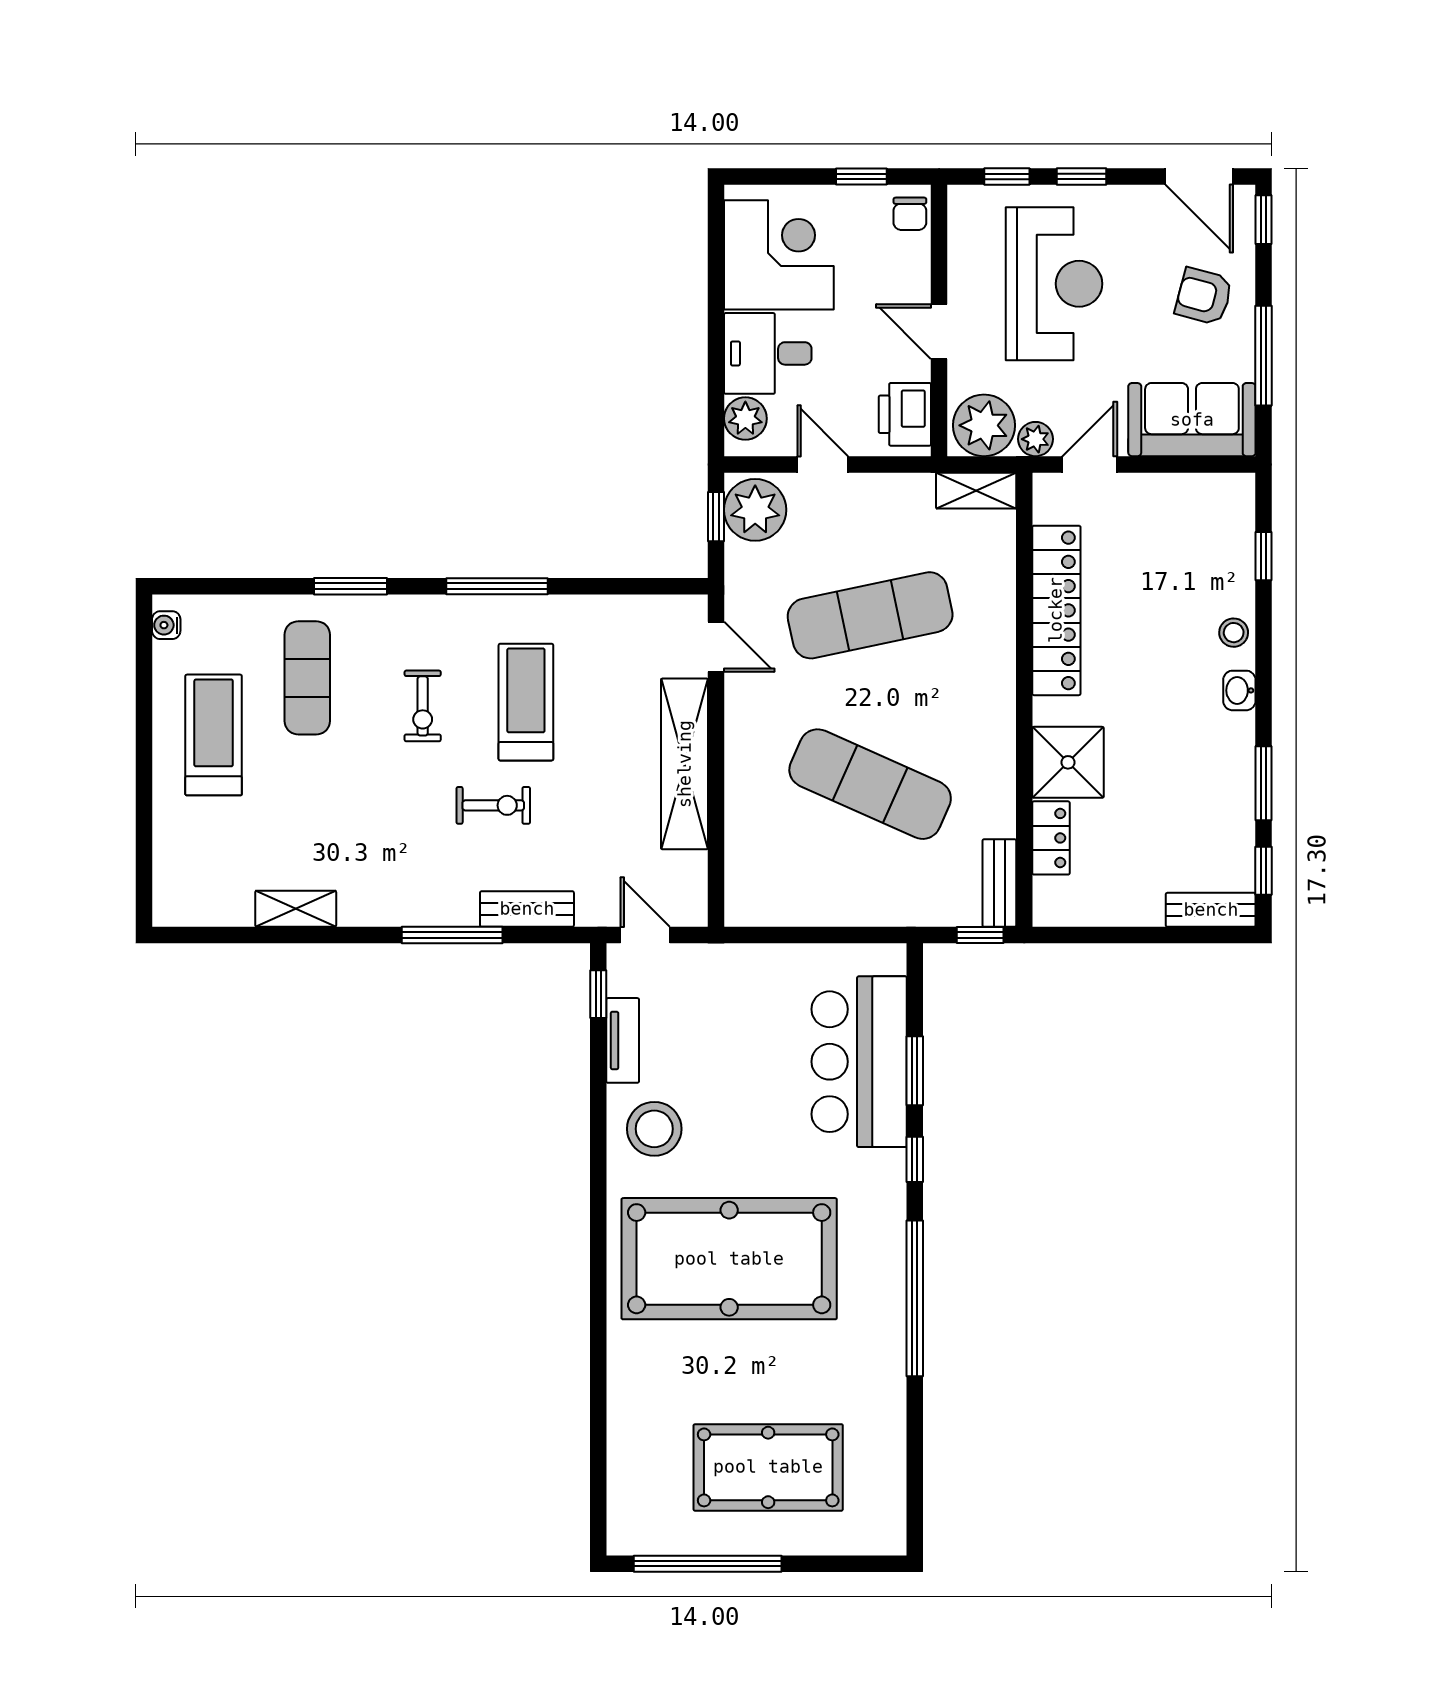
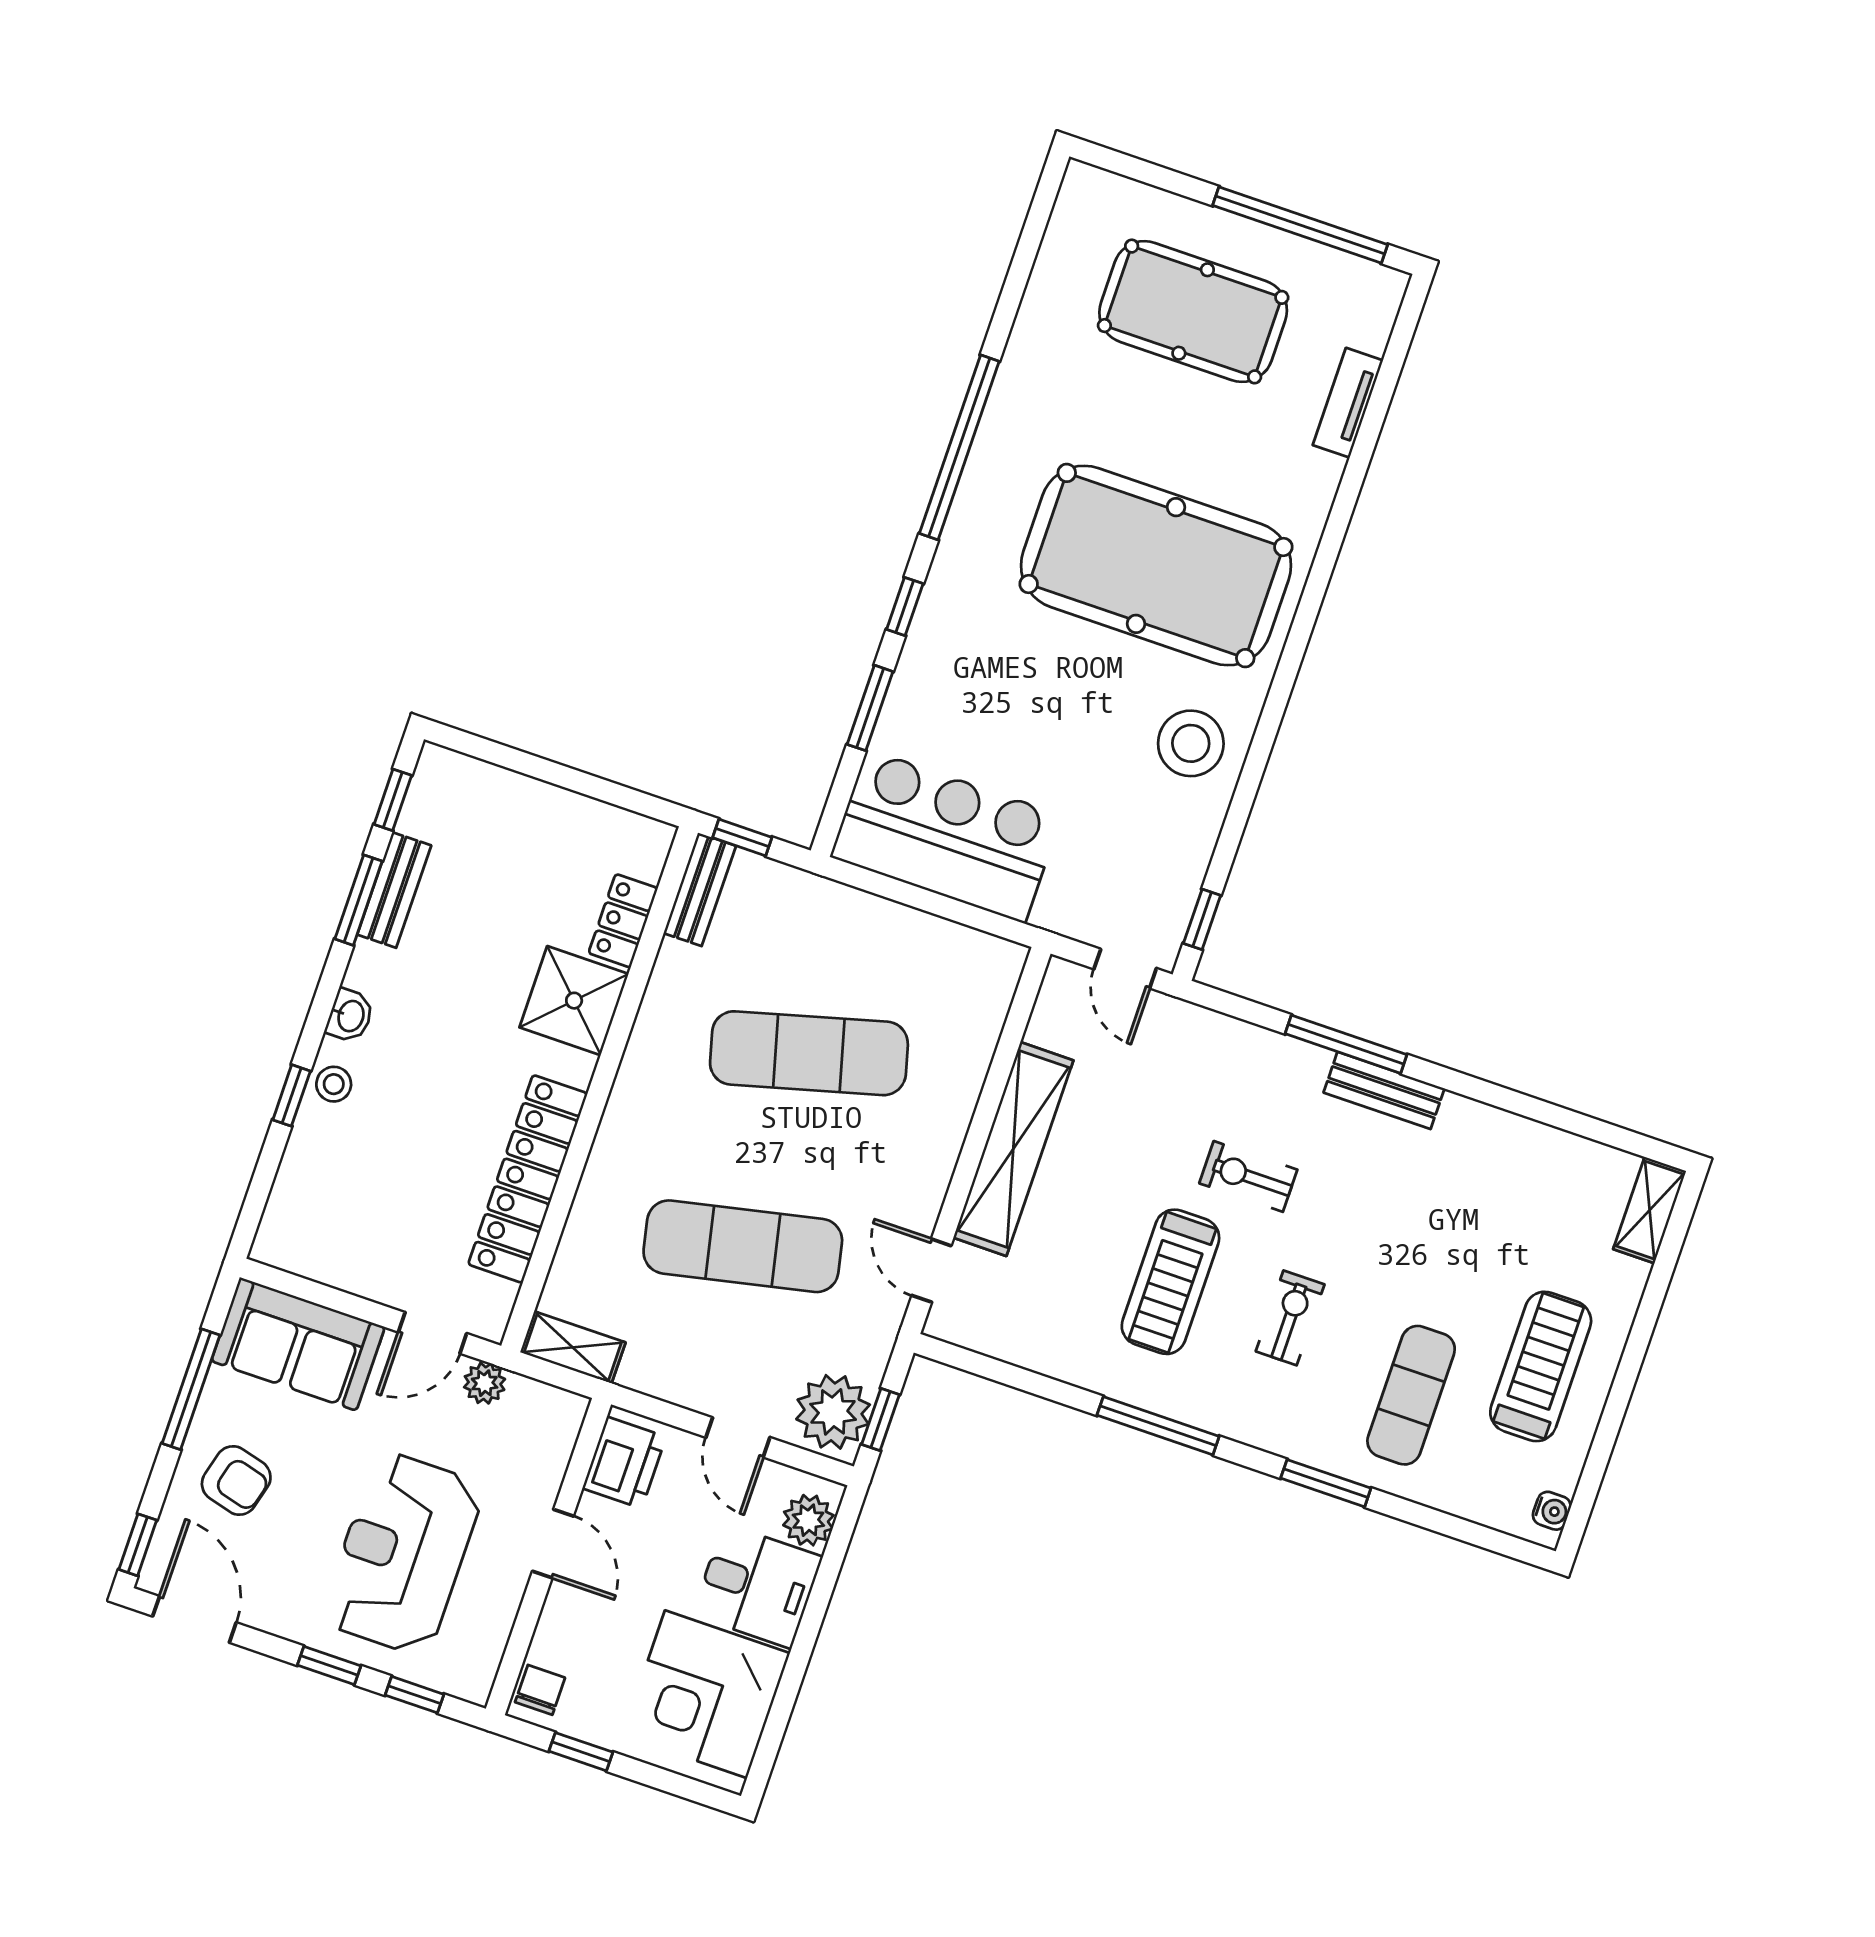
plant: (984, 425) -> (538, 1419), removed
window: (1264, 556) -> (292, 1095), moved
treadmill: (214, 735) -> (1541, 1366), turned 180
exercise mat: (870, 784) -> (809, 1053), turned -39
shelving: (296, 909) -> (1650, 1210), moved, turned 90
bench: (527, 909) -> (1384, 1090), moved
bench: (1211, 910) -> (394, 890), moved, turned 90
tv unit: (623, 1040) -> (1348, 403), moved
bar counter: (859, 1062) -> (946, 836), moved, turned -90

